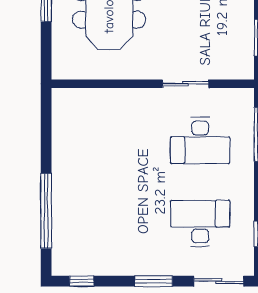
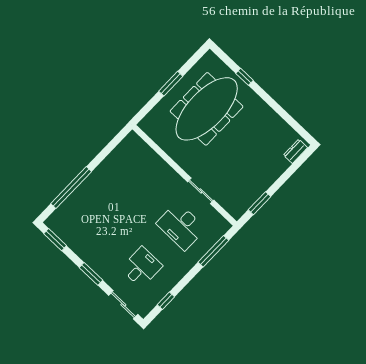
desk: (200, 223) -> (142, 267), width x0.73
window: (82, 281) -> (55, 240), width x1.50

